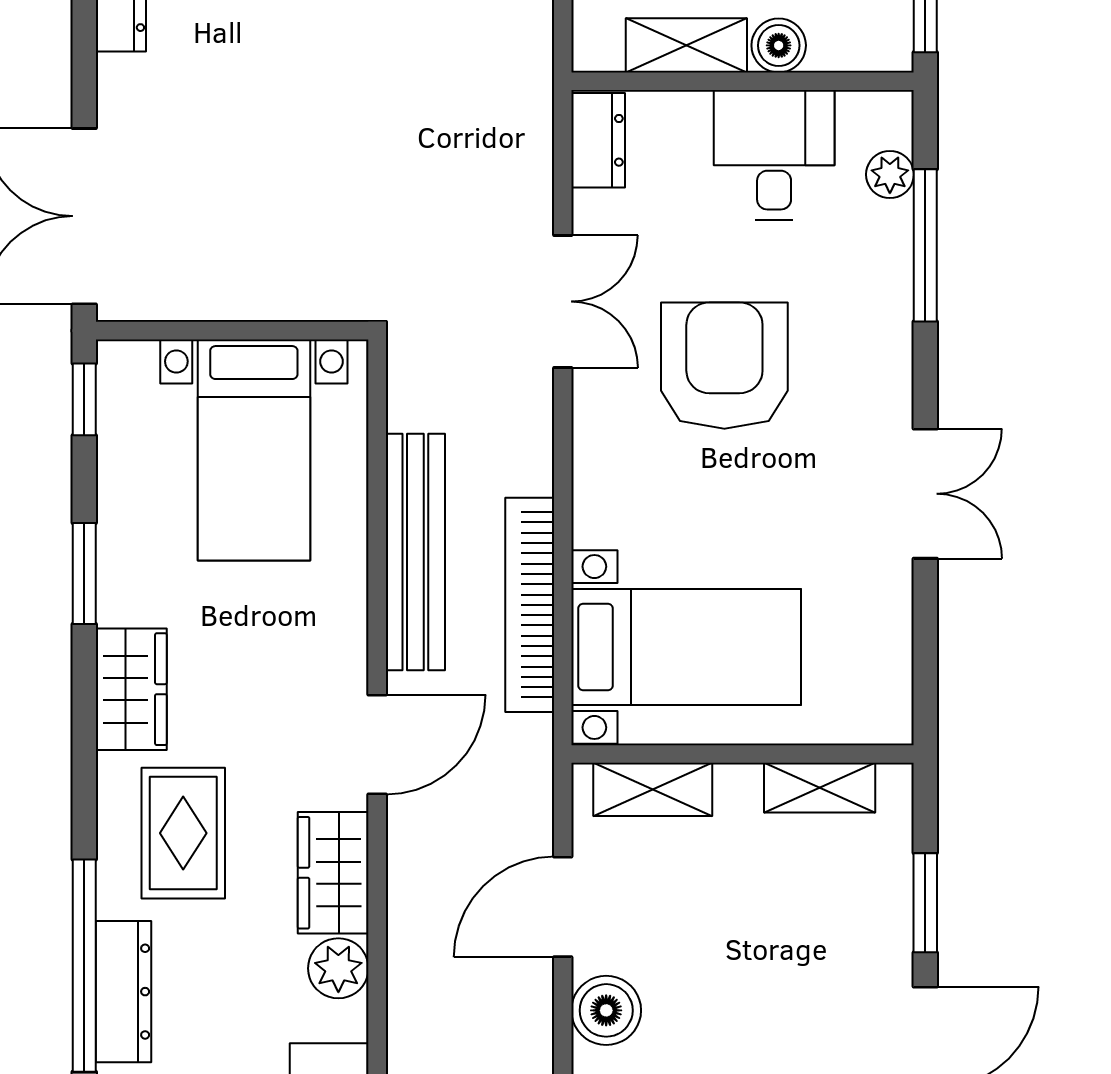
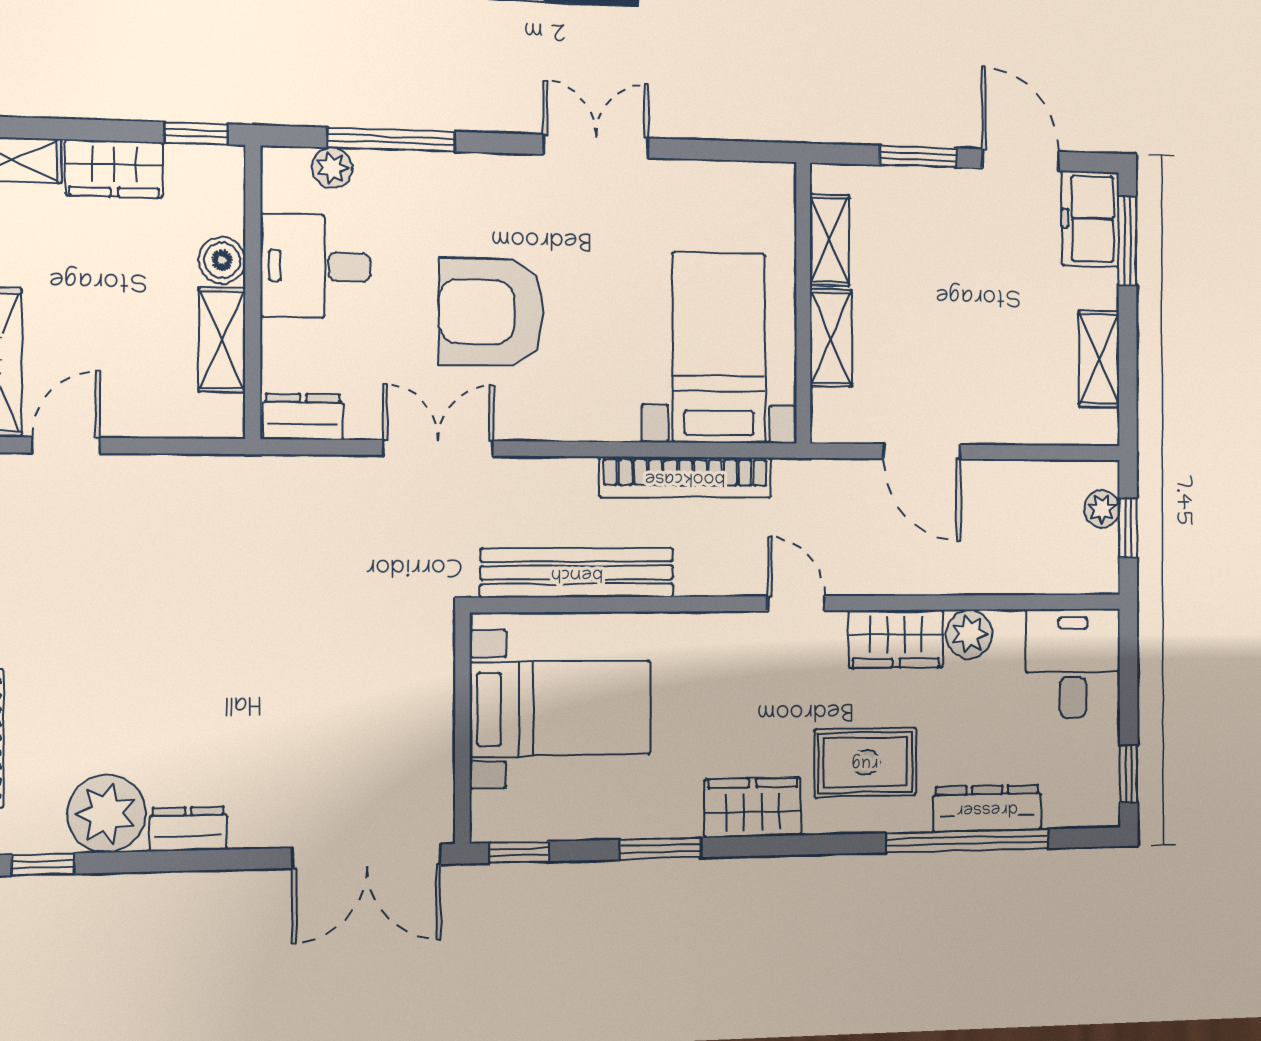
bench: (415, 552) -> (577, 573), moved
door: (377, 745) -> (796, 603), width x0.73
shelving: (653, 789) -> (831, 338), moved
boiler: (606, 1010) -> (1001, 417), removed

